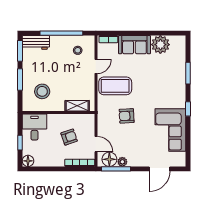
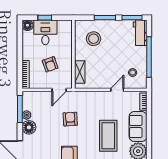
door: (96, 66) -> (117, 90), swing flipped
coffee table: (115, 86) -> (108, 136), moved
desk: (34, 127) -> (45, 32), moved, turned -90
door: (96, 144) -> (59, 90), moved
floor lamp: (109, 159) -> (29, 127), moved

